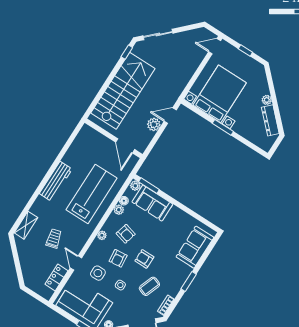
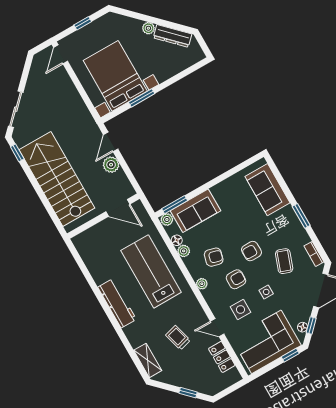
window: (223, 127) -> (142, 98), moved
armchair: (118, 258) -> (236, 279), turned -84
window: (18, 267) -> (188, 393), added

